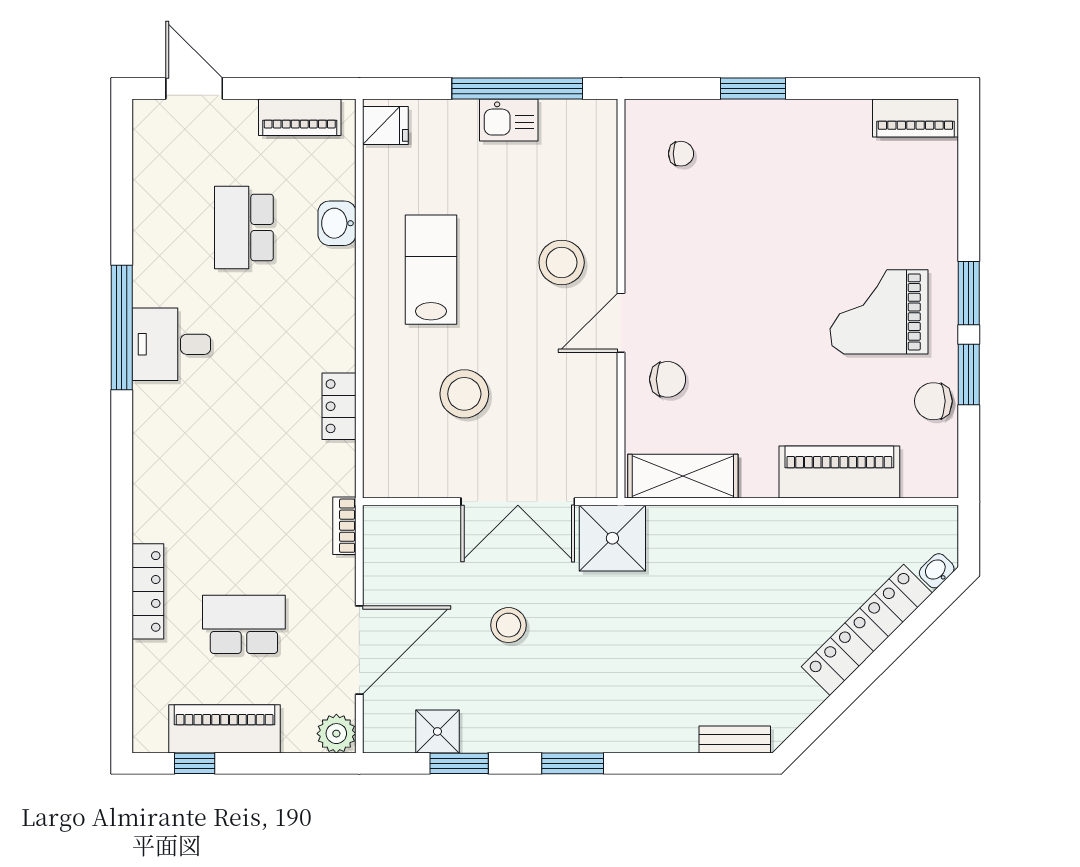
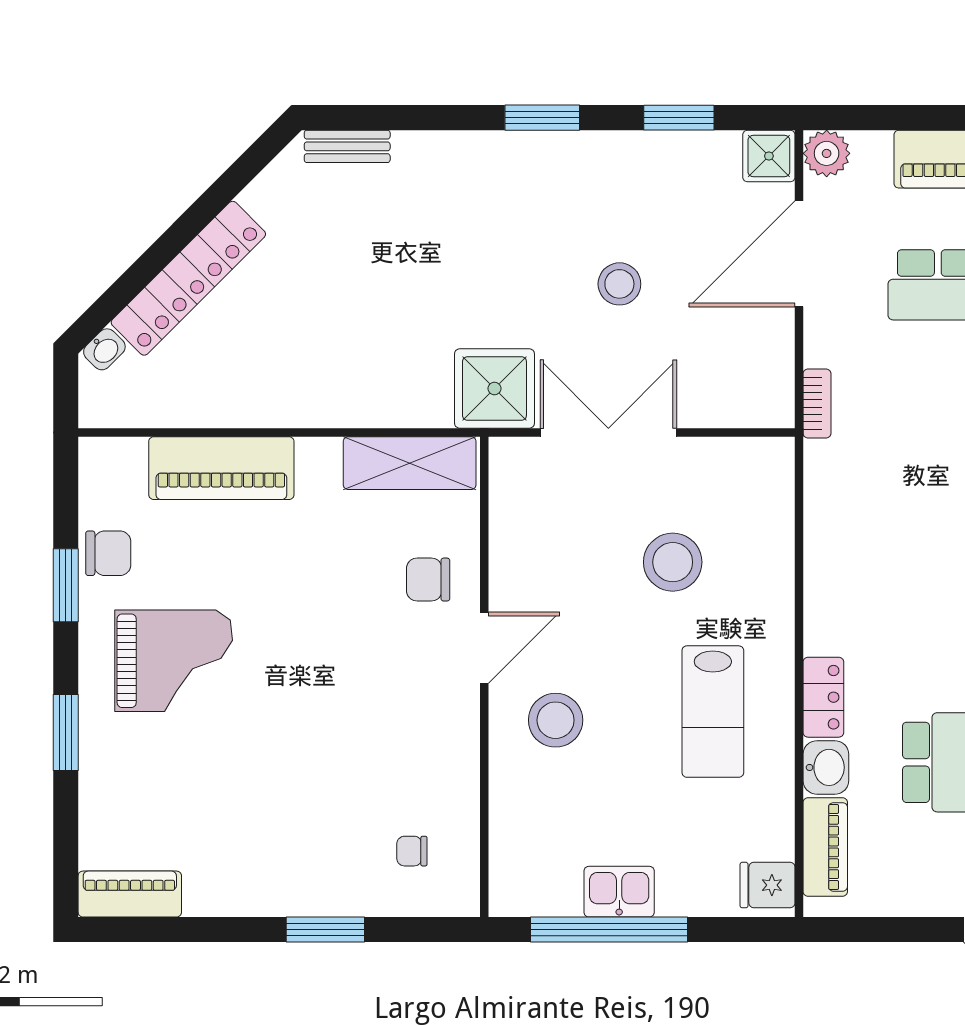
piano: (300, 117) -> (825, 847), moved, turned 90
window: (969, 293) -> (66, 733), moved
locker: (339, 406) -> (823, 697), moved
shower: (437, 731) -> (769, 156), moved

